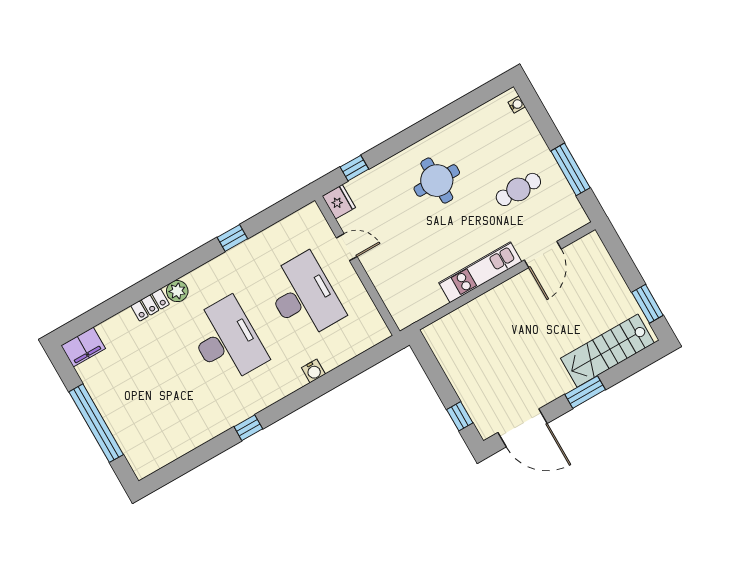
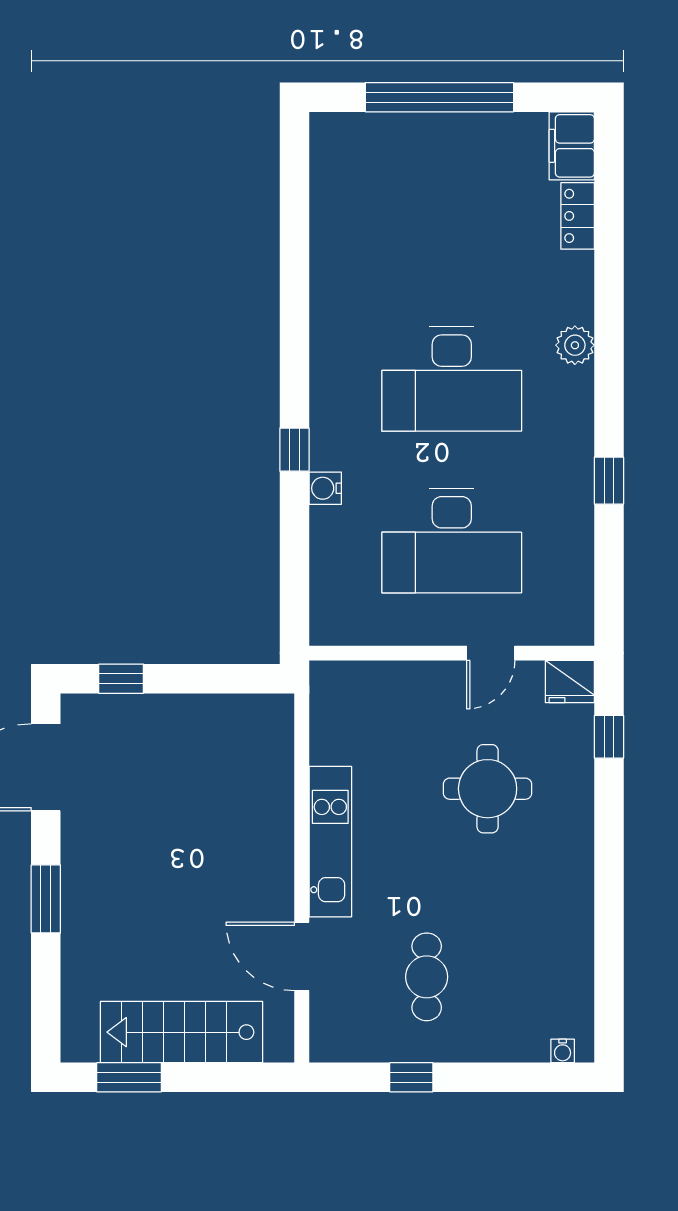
window: (570, 169) -> (411, 1077), width x0.46
round table: (437, 181) -> (488, 789), moved
locker: (150, 305) -> (578, 216), moved
stairs: (607, 351) -> (182, 1032), moved, turned -90
window: (248, 428) -> (294, 450), moved

